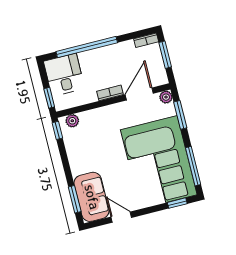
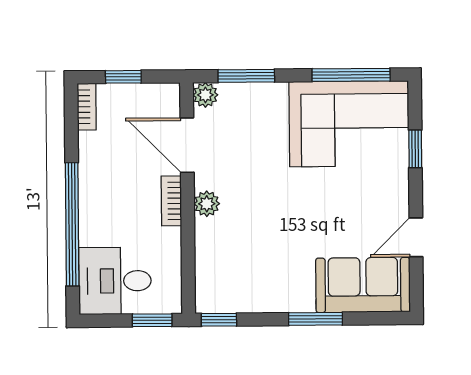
window: (165, 55) -> (123, 77), width x0.67
plant: (72, 121) -> (207, 204), moved
corner sofa: (159, 162) -> (349, 124), width x0.73, depth x0.74
window: (75, 199) -> (316, 319), moved
window: (177, 203) -> (415, 149), moved

